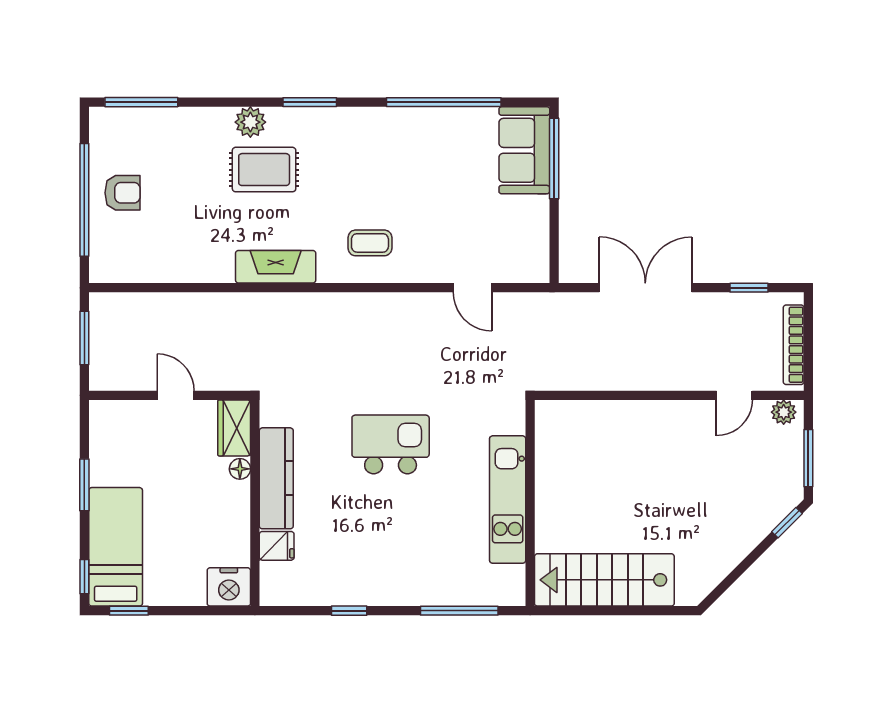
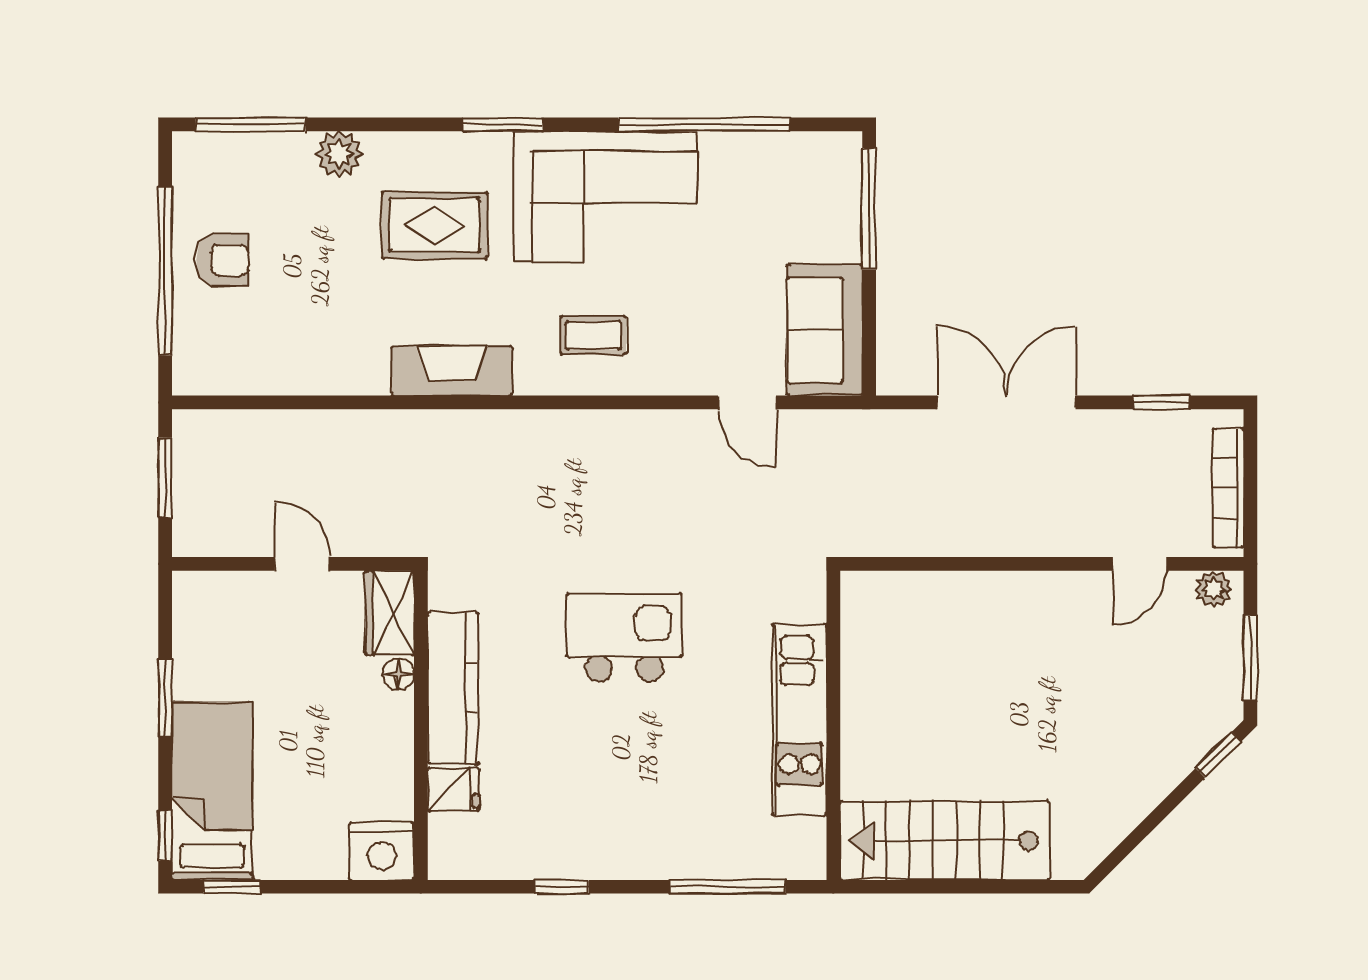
plant: (250, 122) -> (339, 154), moved
corner sofa: (378, 150) -> (605, 197), added
sofa: (524, 150) -> (825, 330), moved

